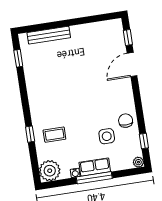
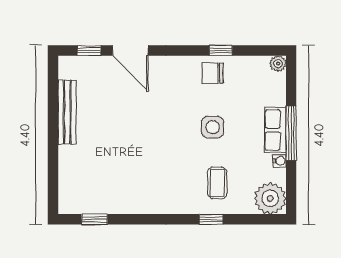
bench: (49, 35) -> (67, 112), moved
side table: (107, 136) -> (213, 127), moved
window: (144, 141) -> (221, 50), moved

